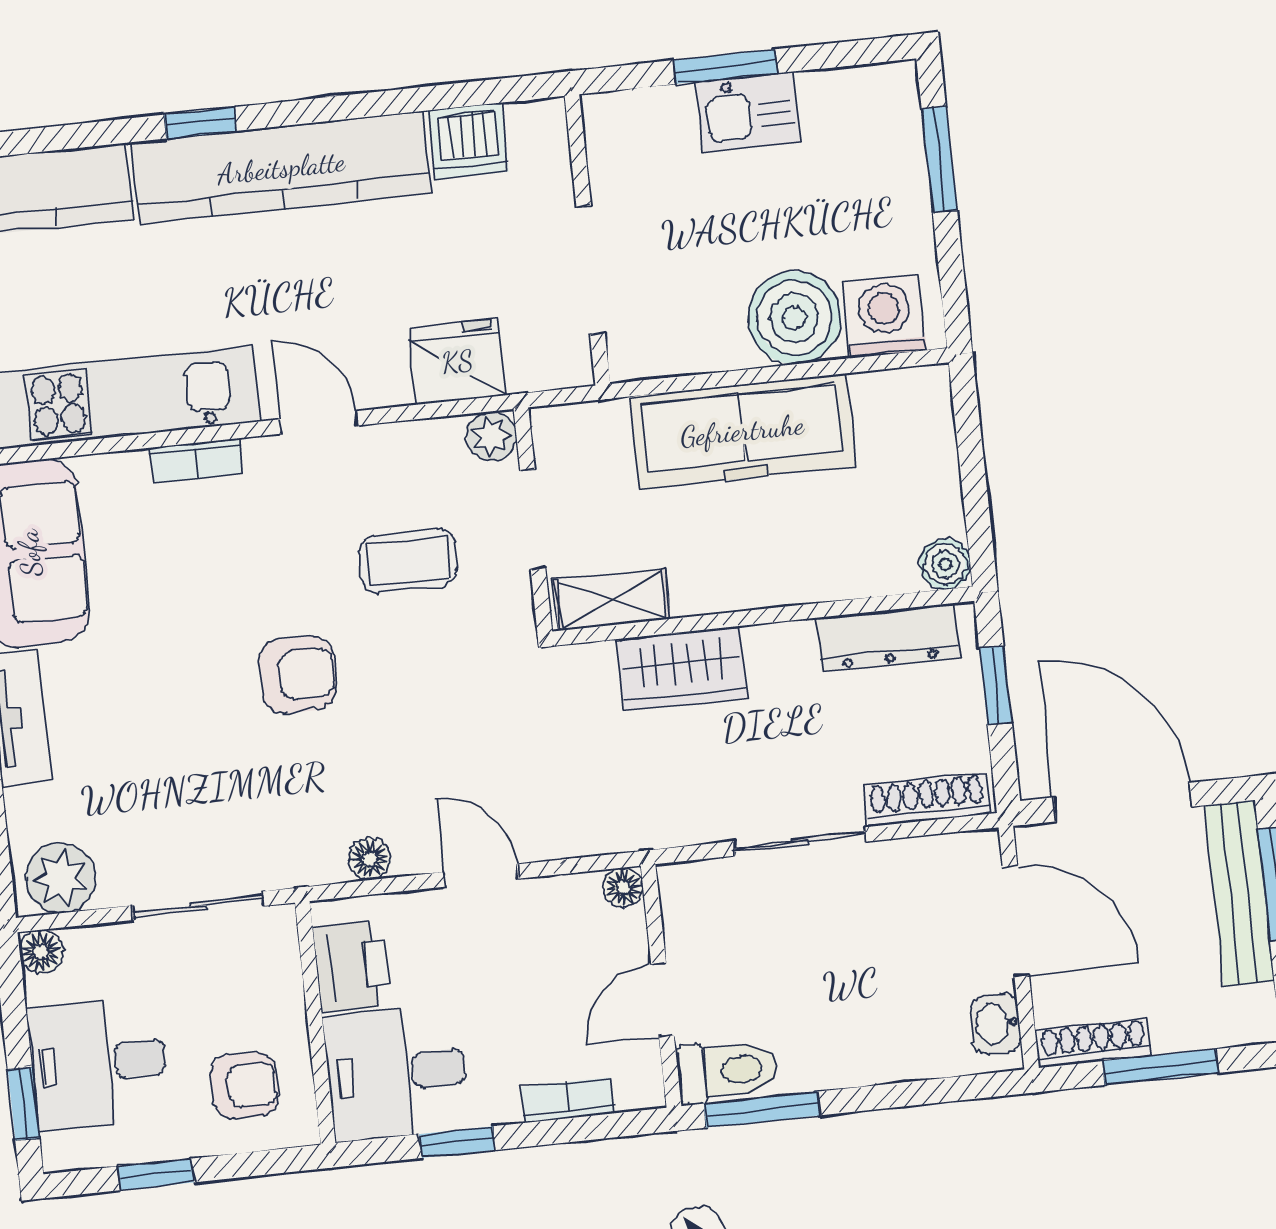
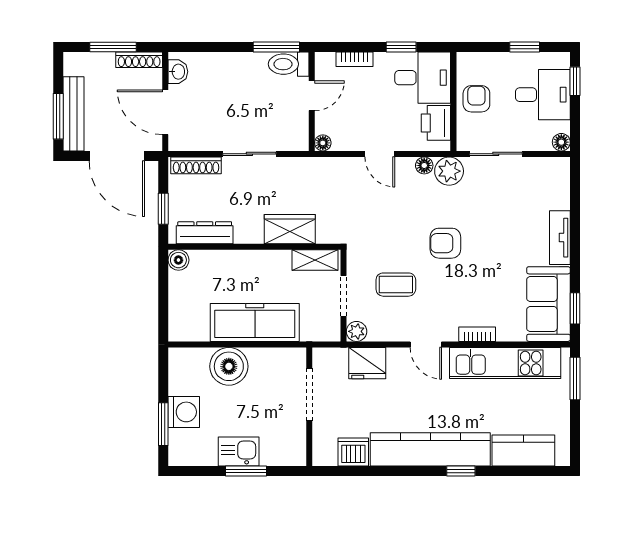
washing machine: (884, 316) -> (184, 412), moved, turned -90
plant: (61, 878) -> (449, 171), moved
armchair: (245, 1085) -> (476, 99), moved, turned 90

